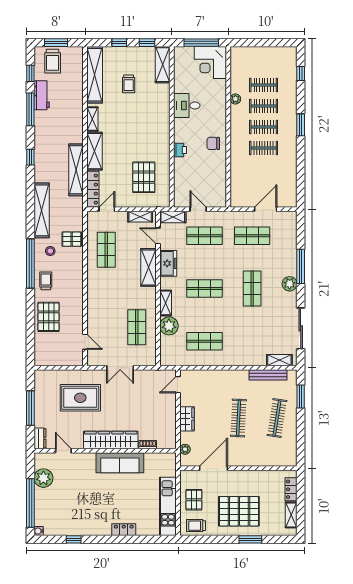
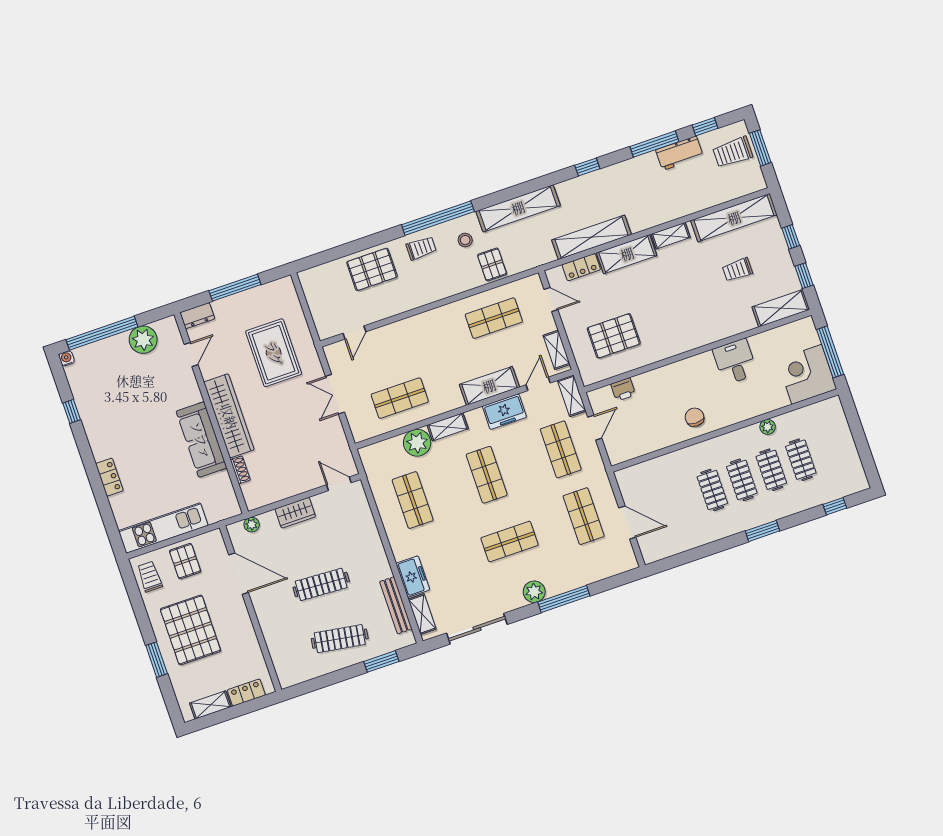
printer: (180, 150) -> (623, 389), moved
locker: (93, 189) -> (581, 267), width x0.66
freezer: (253, 358) -> (413, 577), added
pallet: (194, 500) -> (185, 561), turned 90

